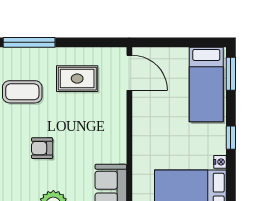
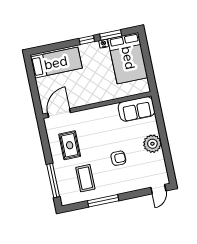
window: (231, 74) -> (111, 35), moved
armchair: (42, 148) -> (118, 158), turned -90

